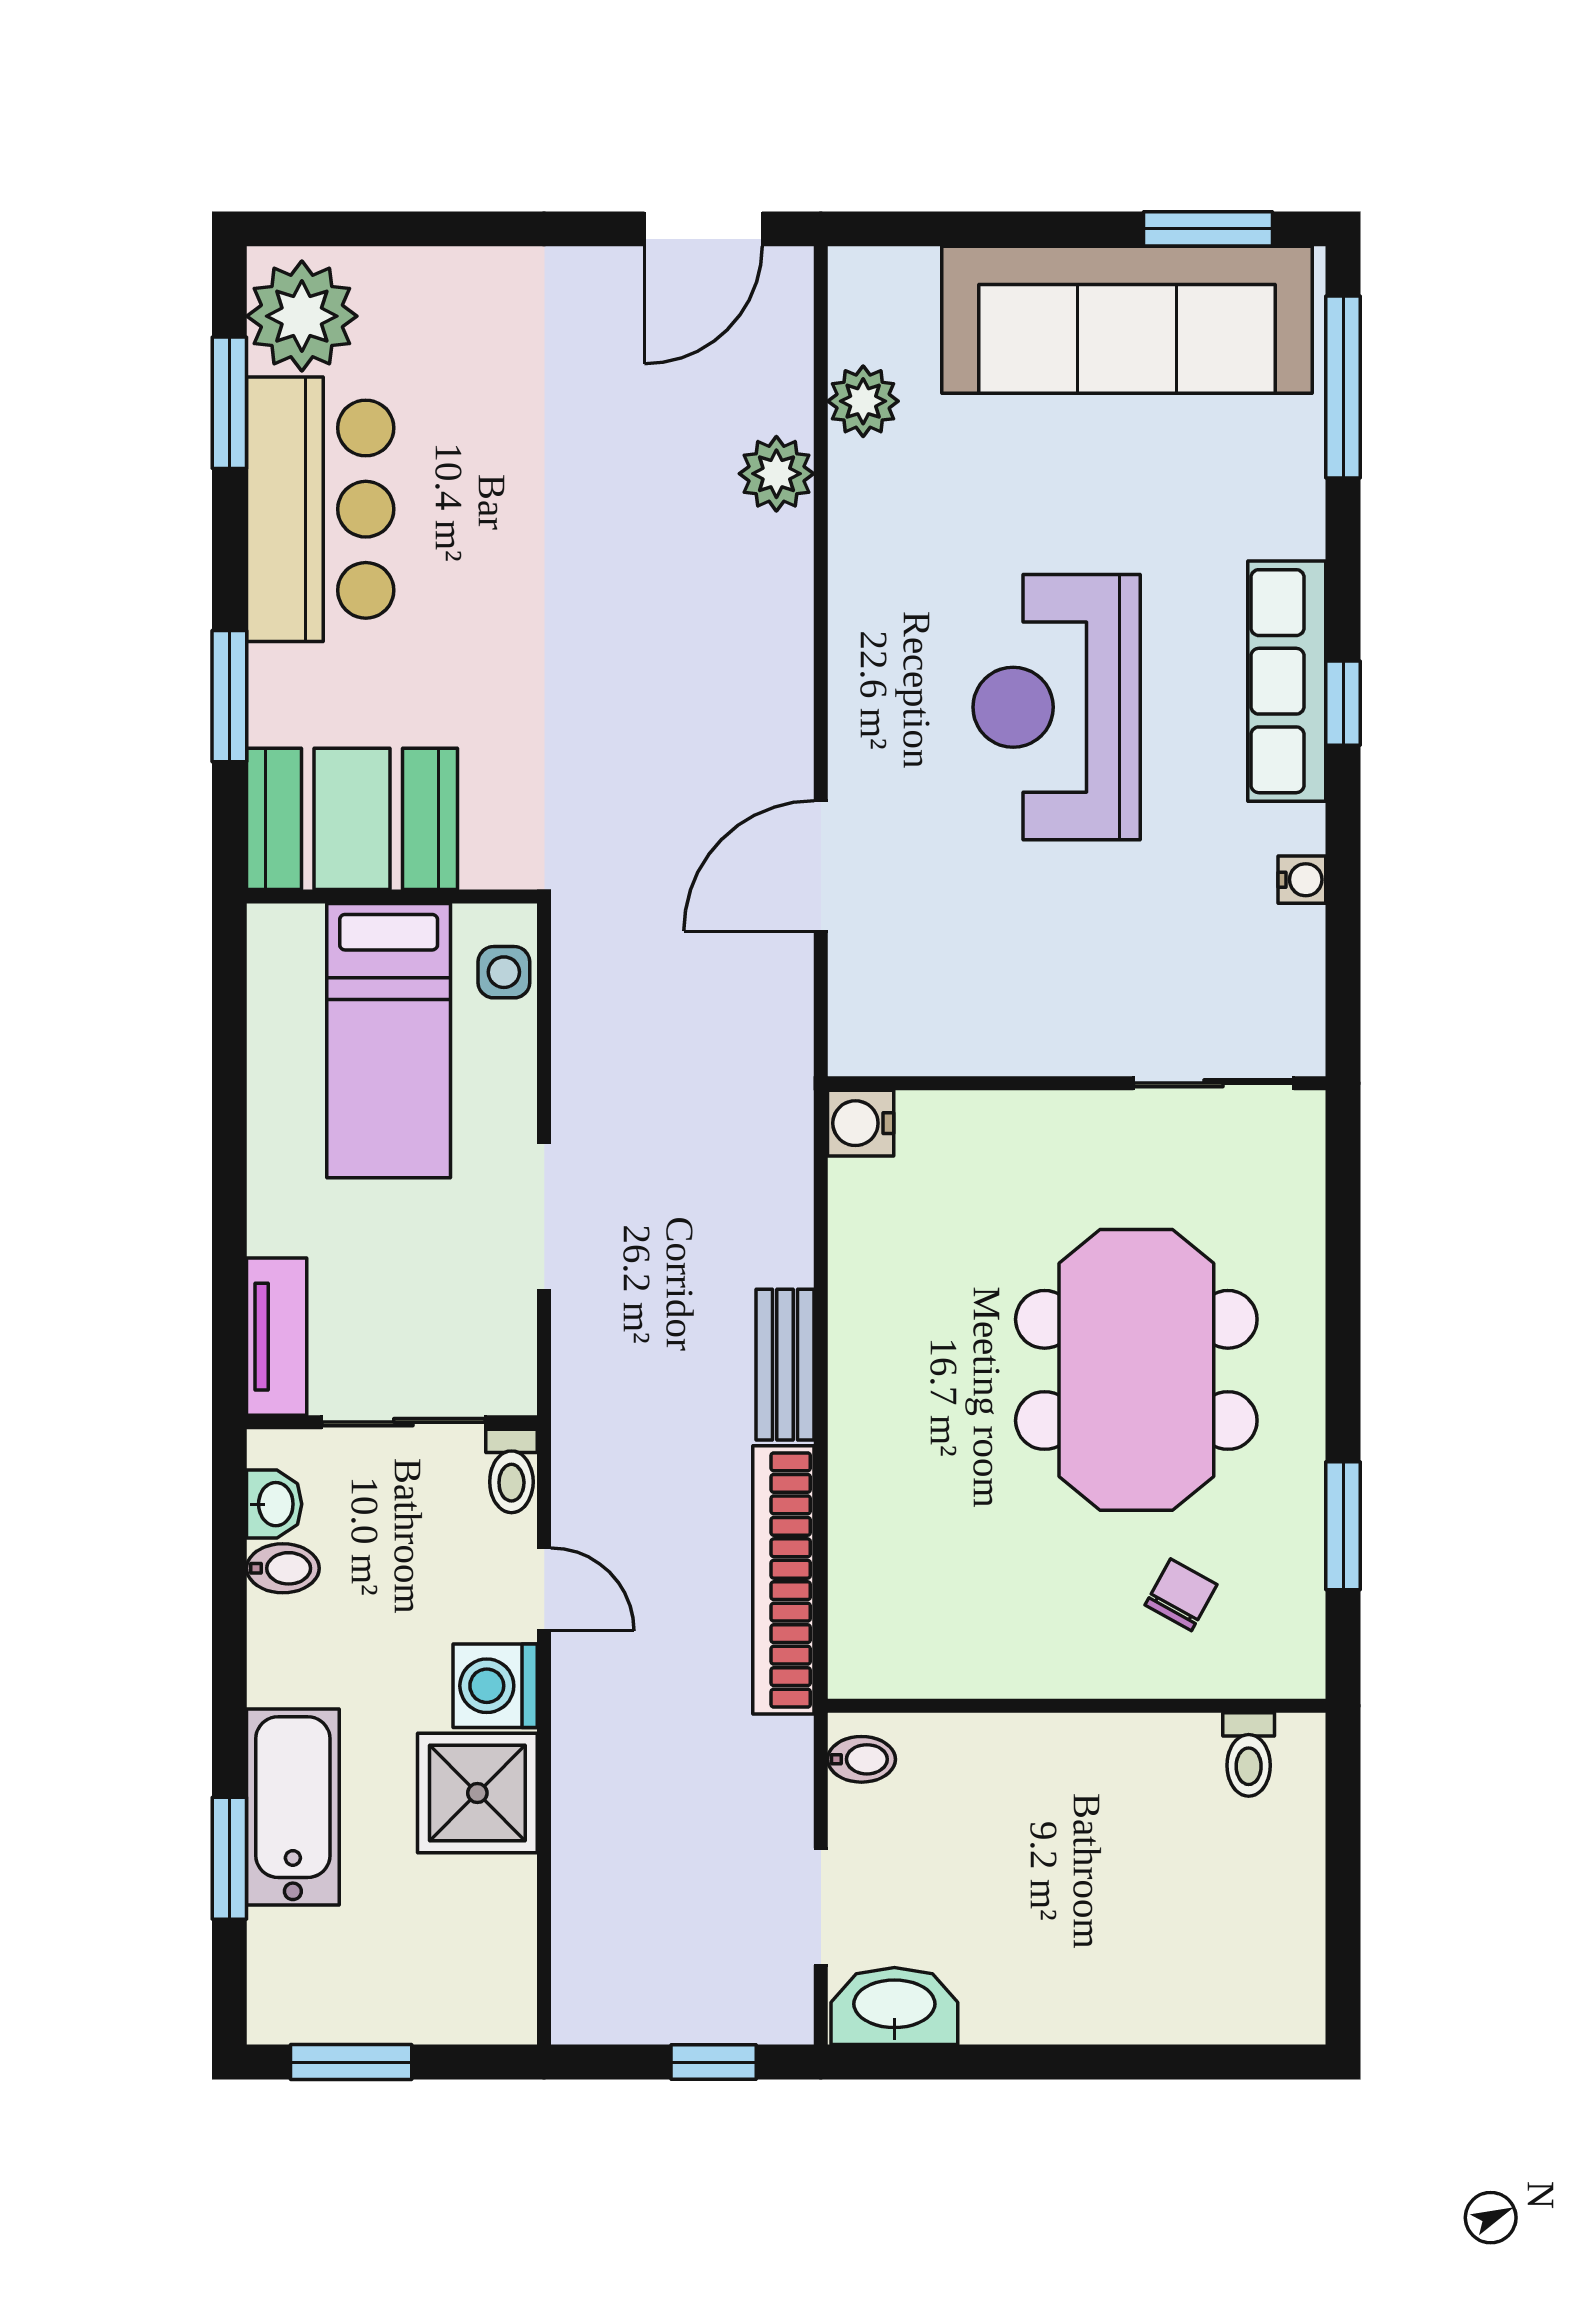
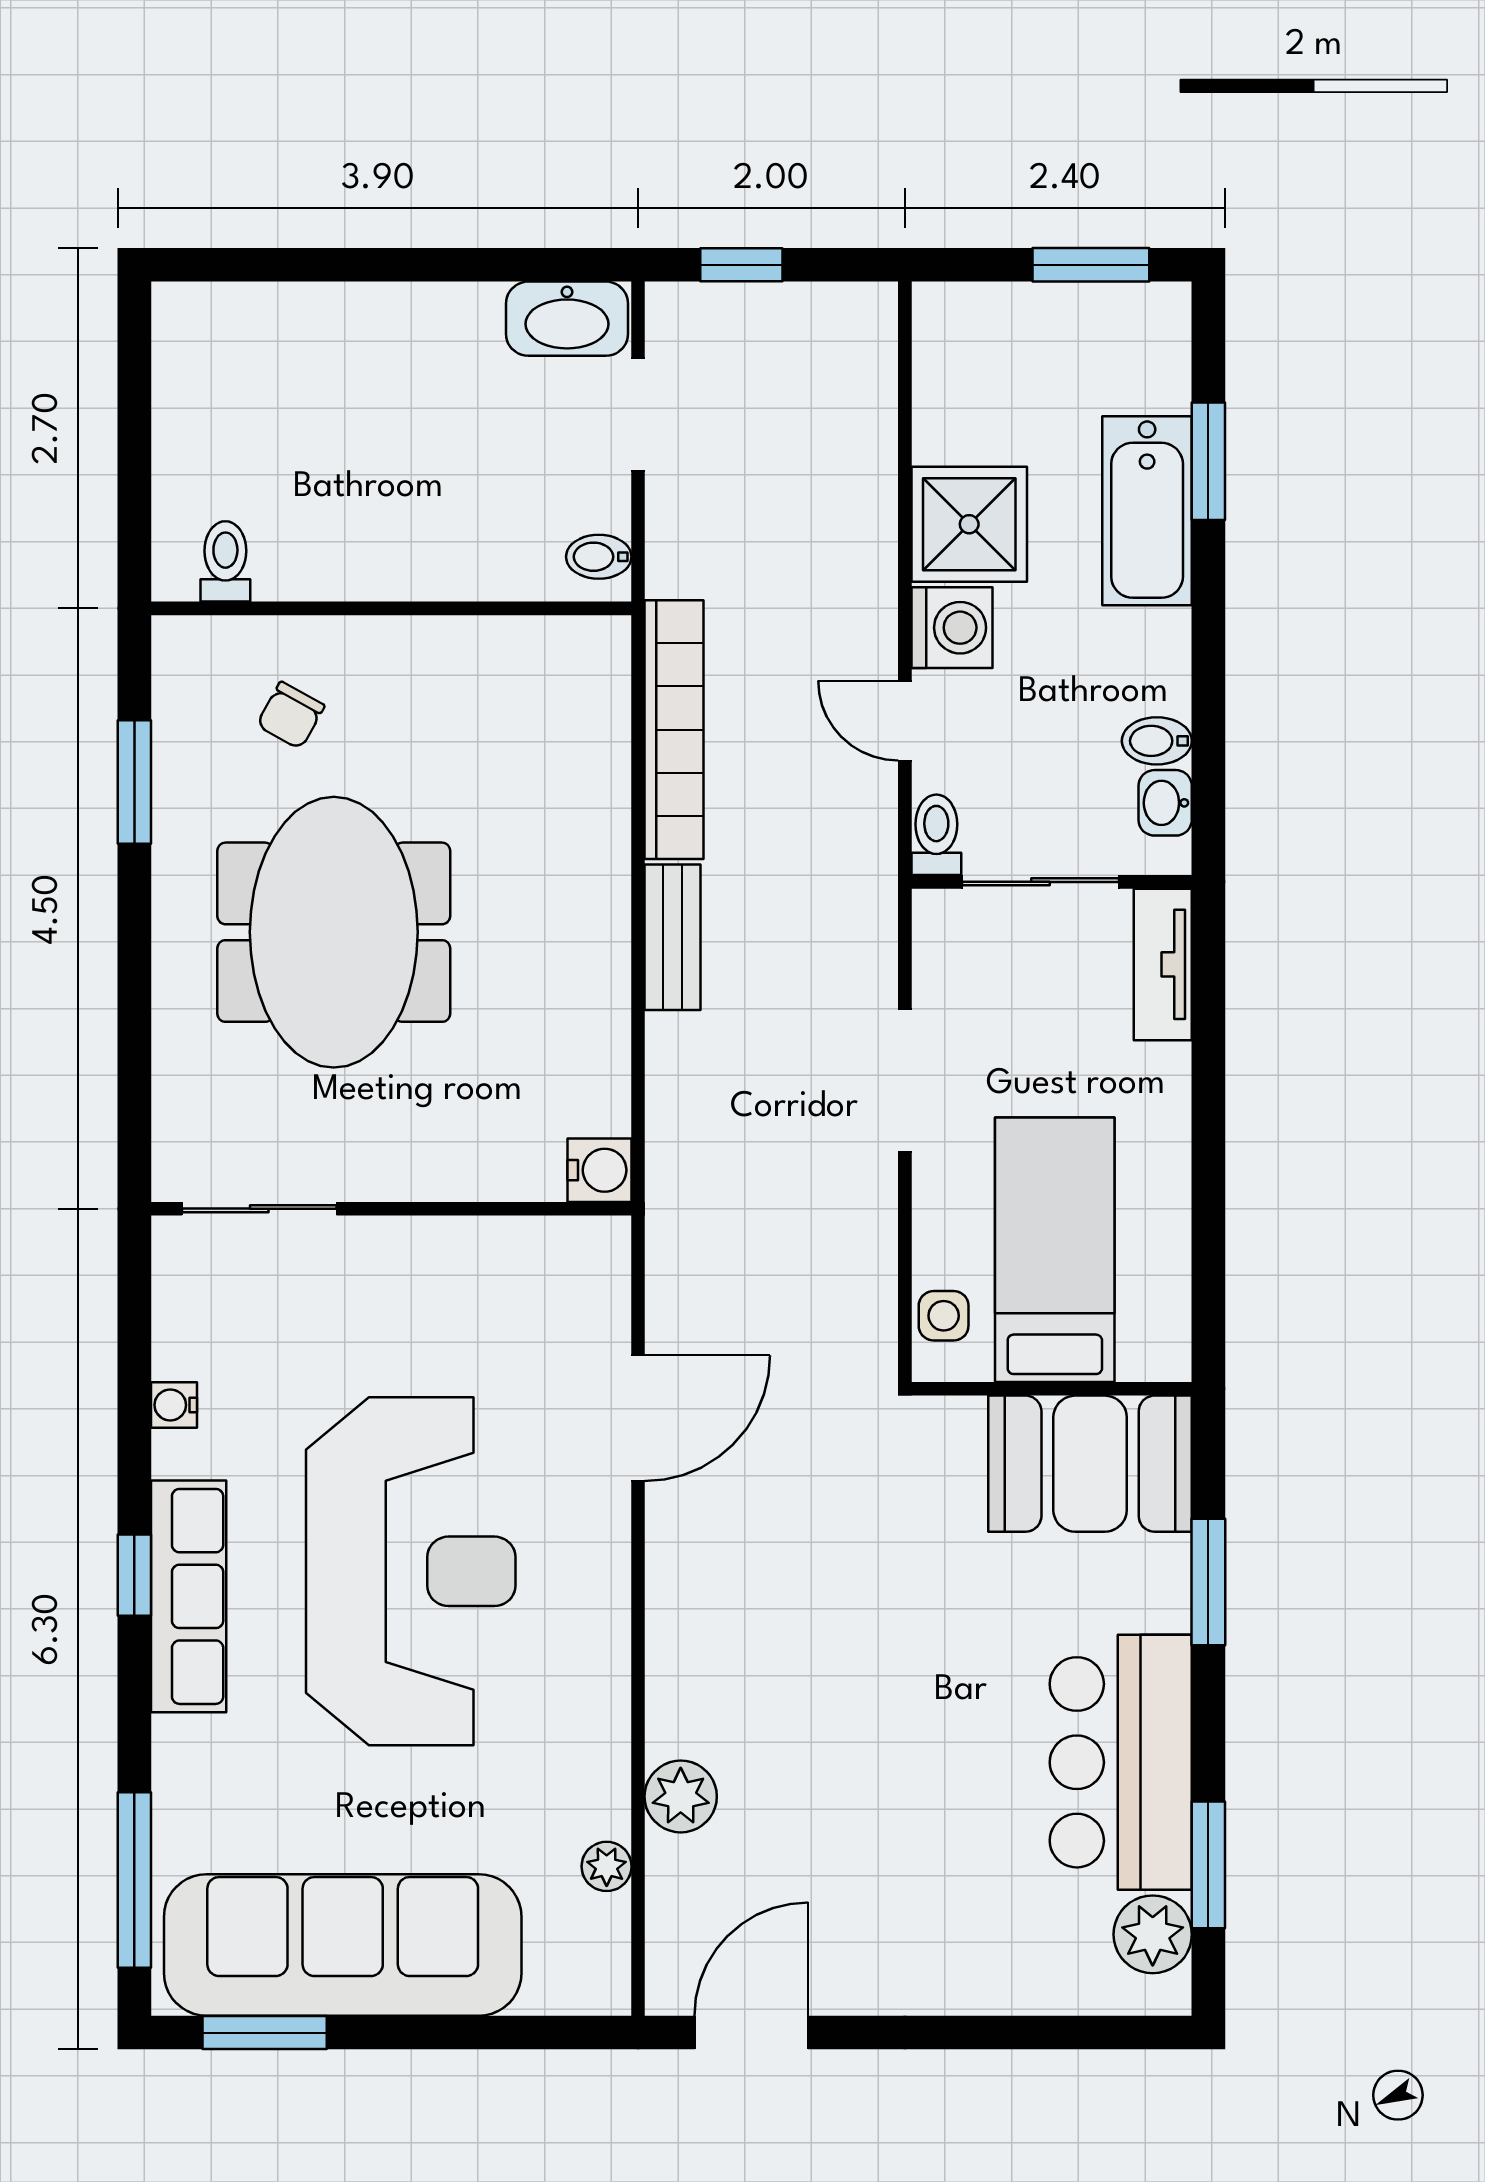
plant: (302, 316) -> (1153, 1934), width x0.73, depth x0.73
plant: (863, 401) -> (607, 1866), width x0.73, depth x0.73
reception desk: (1057, 707) -> (411, 1571), width x1.36, depth x1.30

